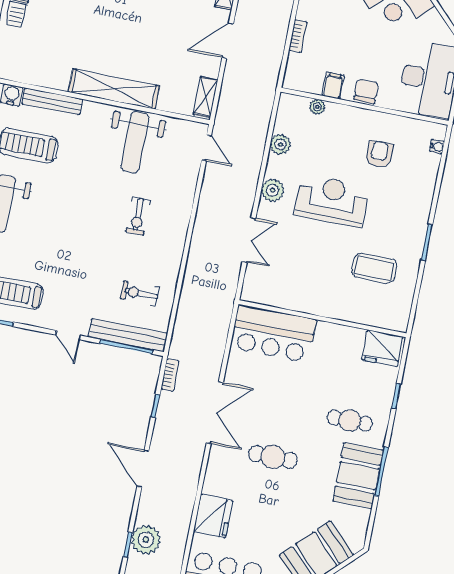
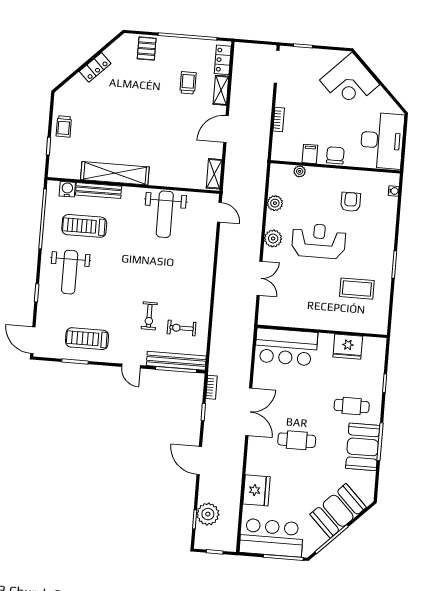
shelving: (114, 89) -> (115, 173), moved
exercise bike: (138, 216) -> (149, 316), moved
fridge: (382, 348) -> (348, 347), moved

